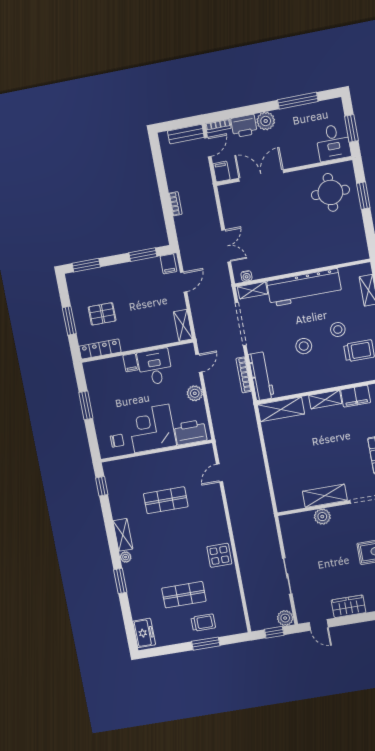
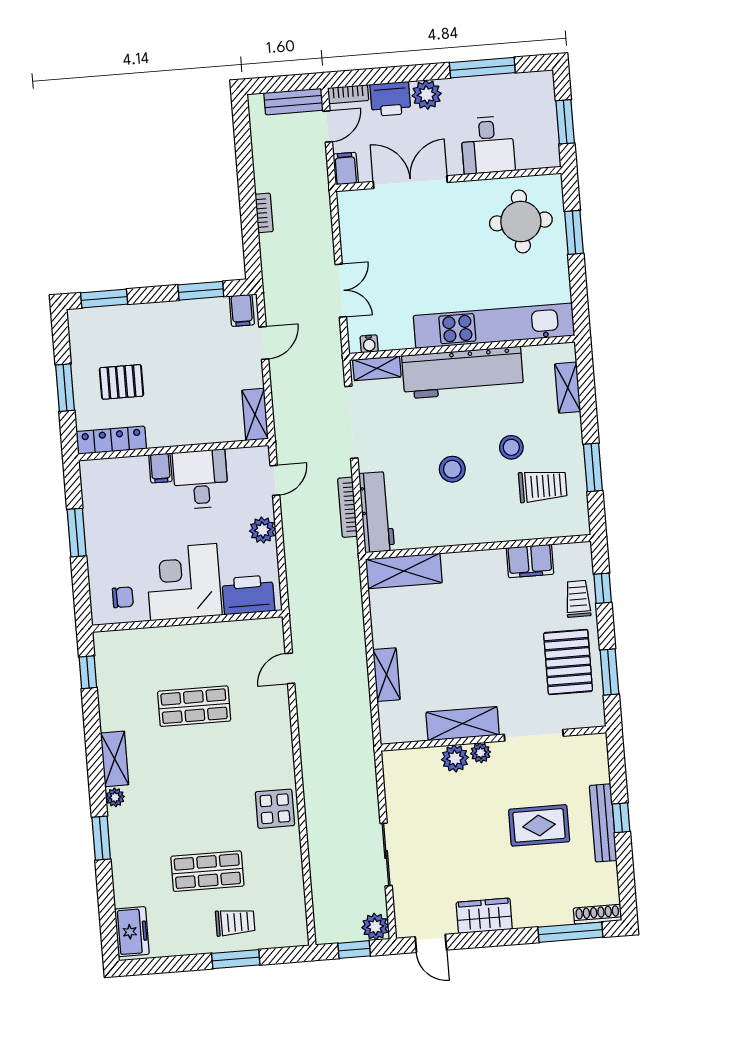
desk: (333, 142) -> (488, 145), moved
kitchen unit: (320, 257) -> (494, 326), added
shelving: (325, 400) -> (386, 675), moved, turned 90
plant: (337, 512) -> (481, 753), added

